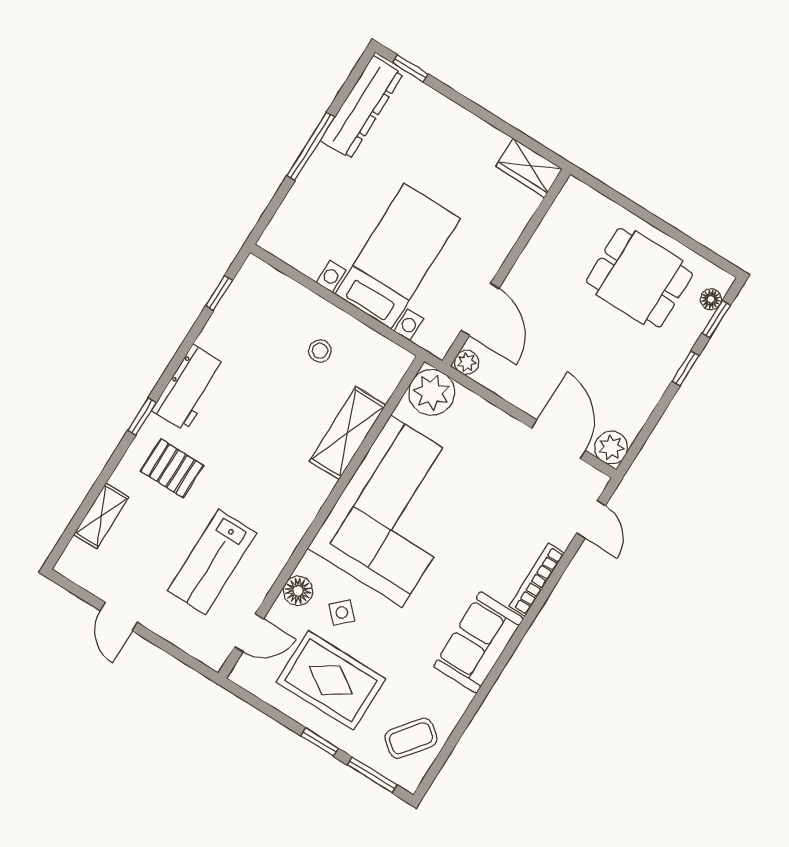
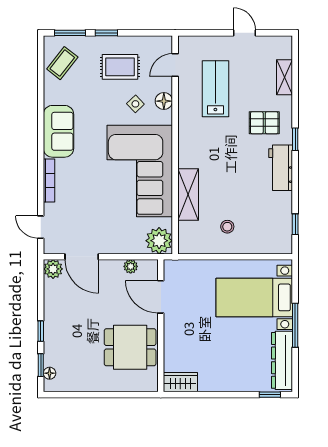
bed with nightstands: (398, 256) -> (254, 297), moved, turned 90
dining table: (639, 278) -> (130, 347), moved
plant: (467, 362) -> (131, 266), moved
rug: (331, 680) -> (120, 67), width x0.73, depth x0.70

